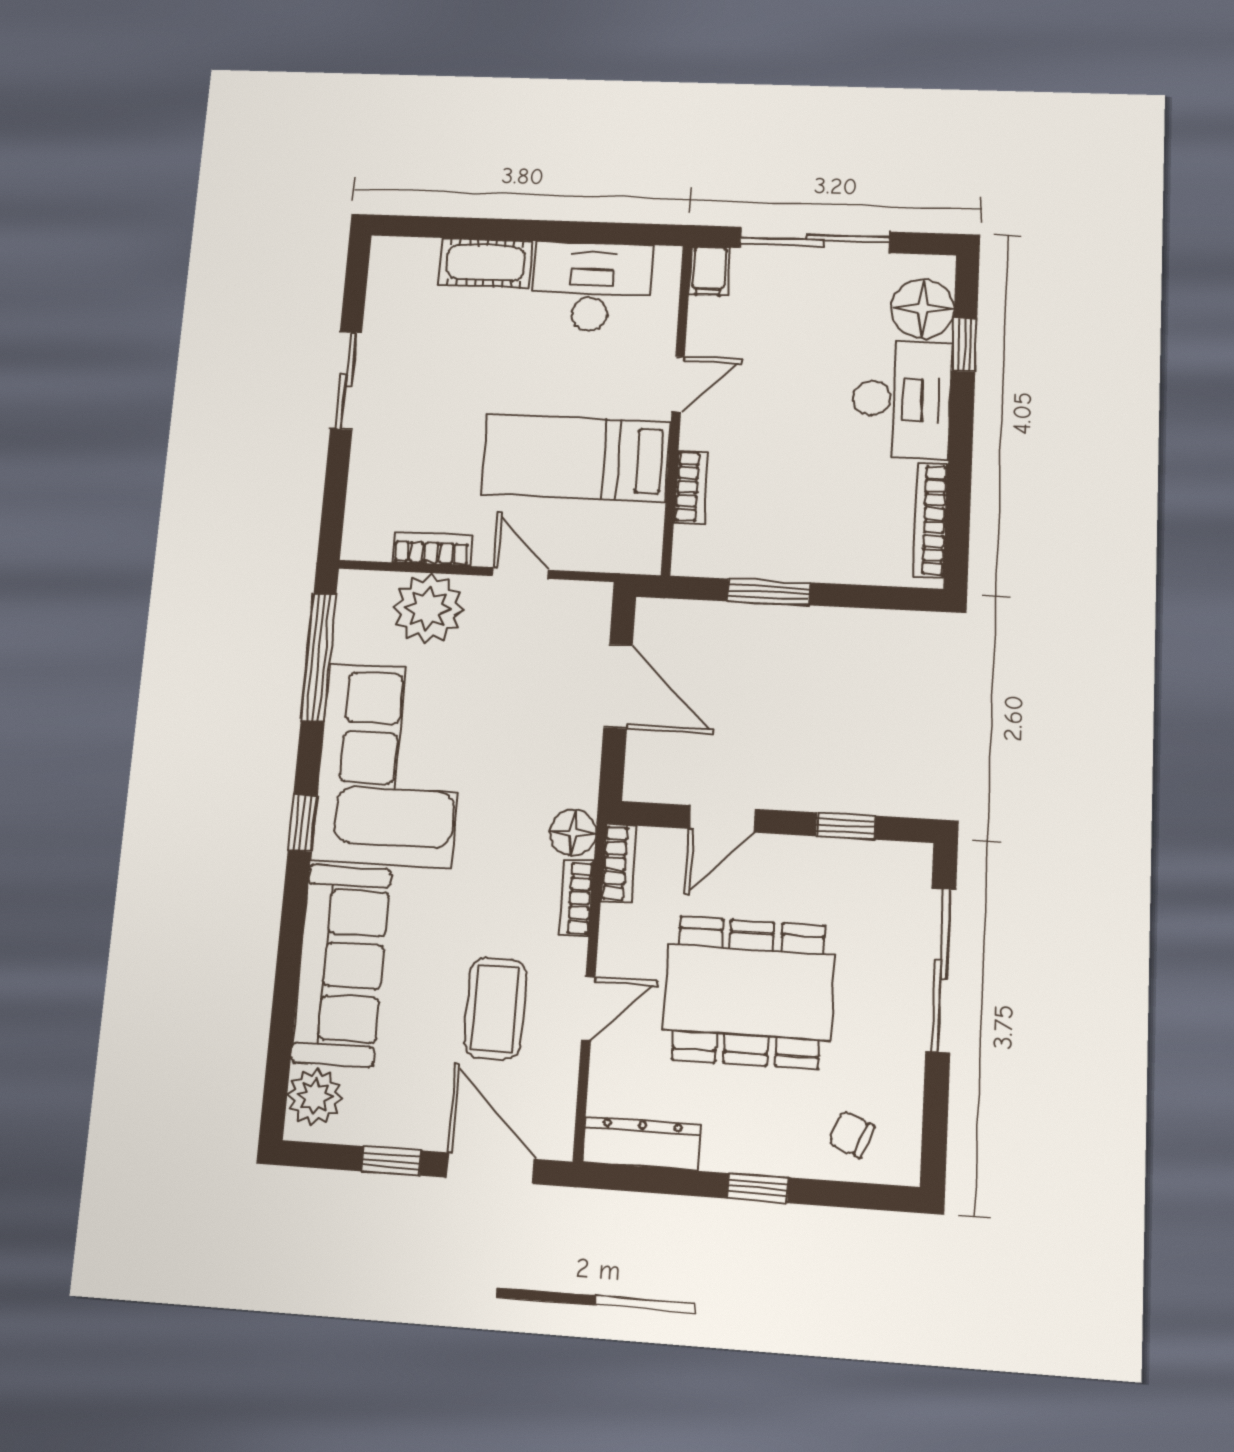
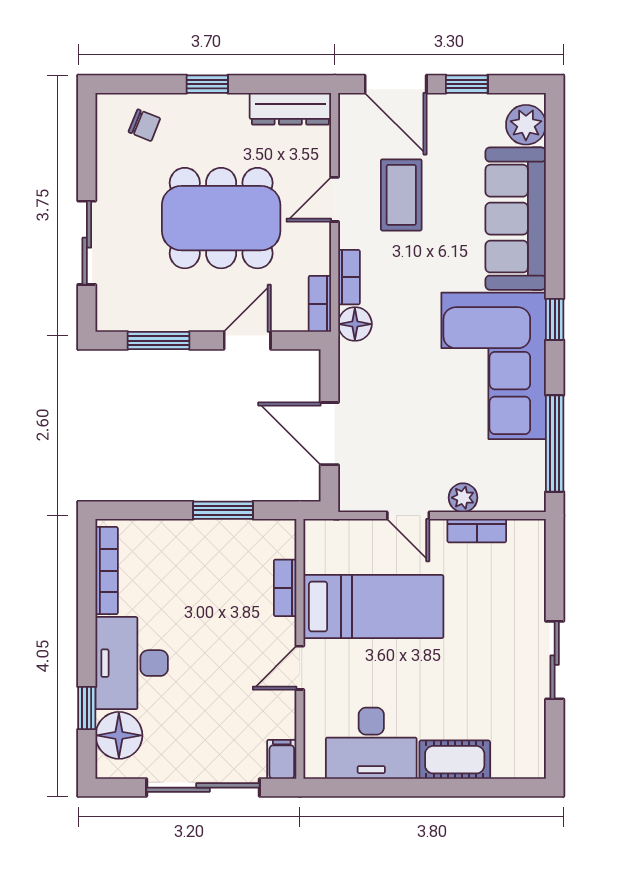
plant: (428, 608) -> (463, 498), width x0.53, depth x0.53
window: (845, 826) -> (159, 341), width x1.50
sliding door: (941, 970) -> (87, 243), width x0.73

